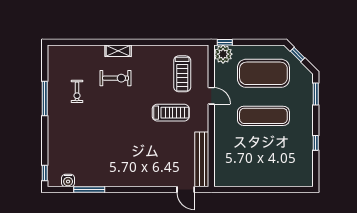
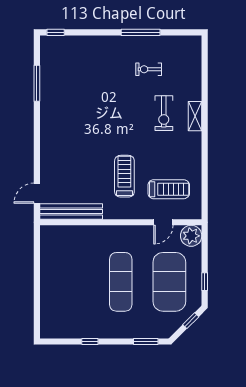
window: (225, 42) -> (205, 282), moved
treadmill: (182, 74) -> (169, 189), turned 180
door: (211, 96) -> (163, 222), moved
treadmill: (171, 113) -> (124, 176), turned 180
water cooler: (68, 181) -> (47, 59), removed

